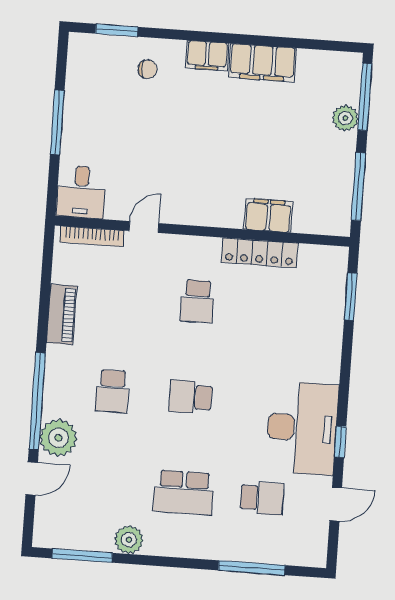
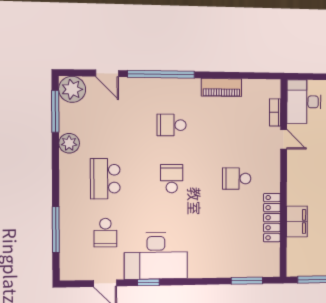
desk: (81, 192) -> (304, 102), width x1.37
bookcase: (92, 236) -> (275, 112), width x0.64
plant: (58, 438) -> (72, 89), moved

